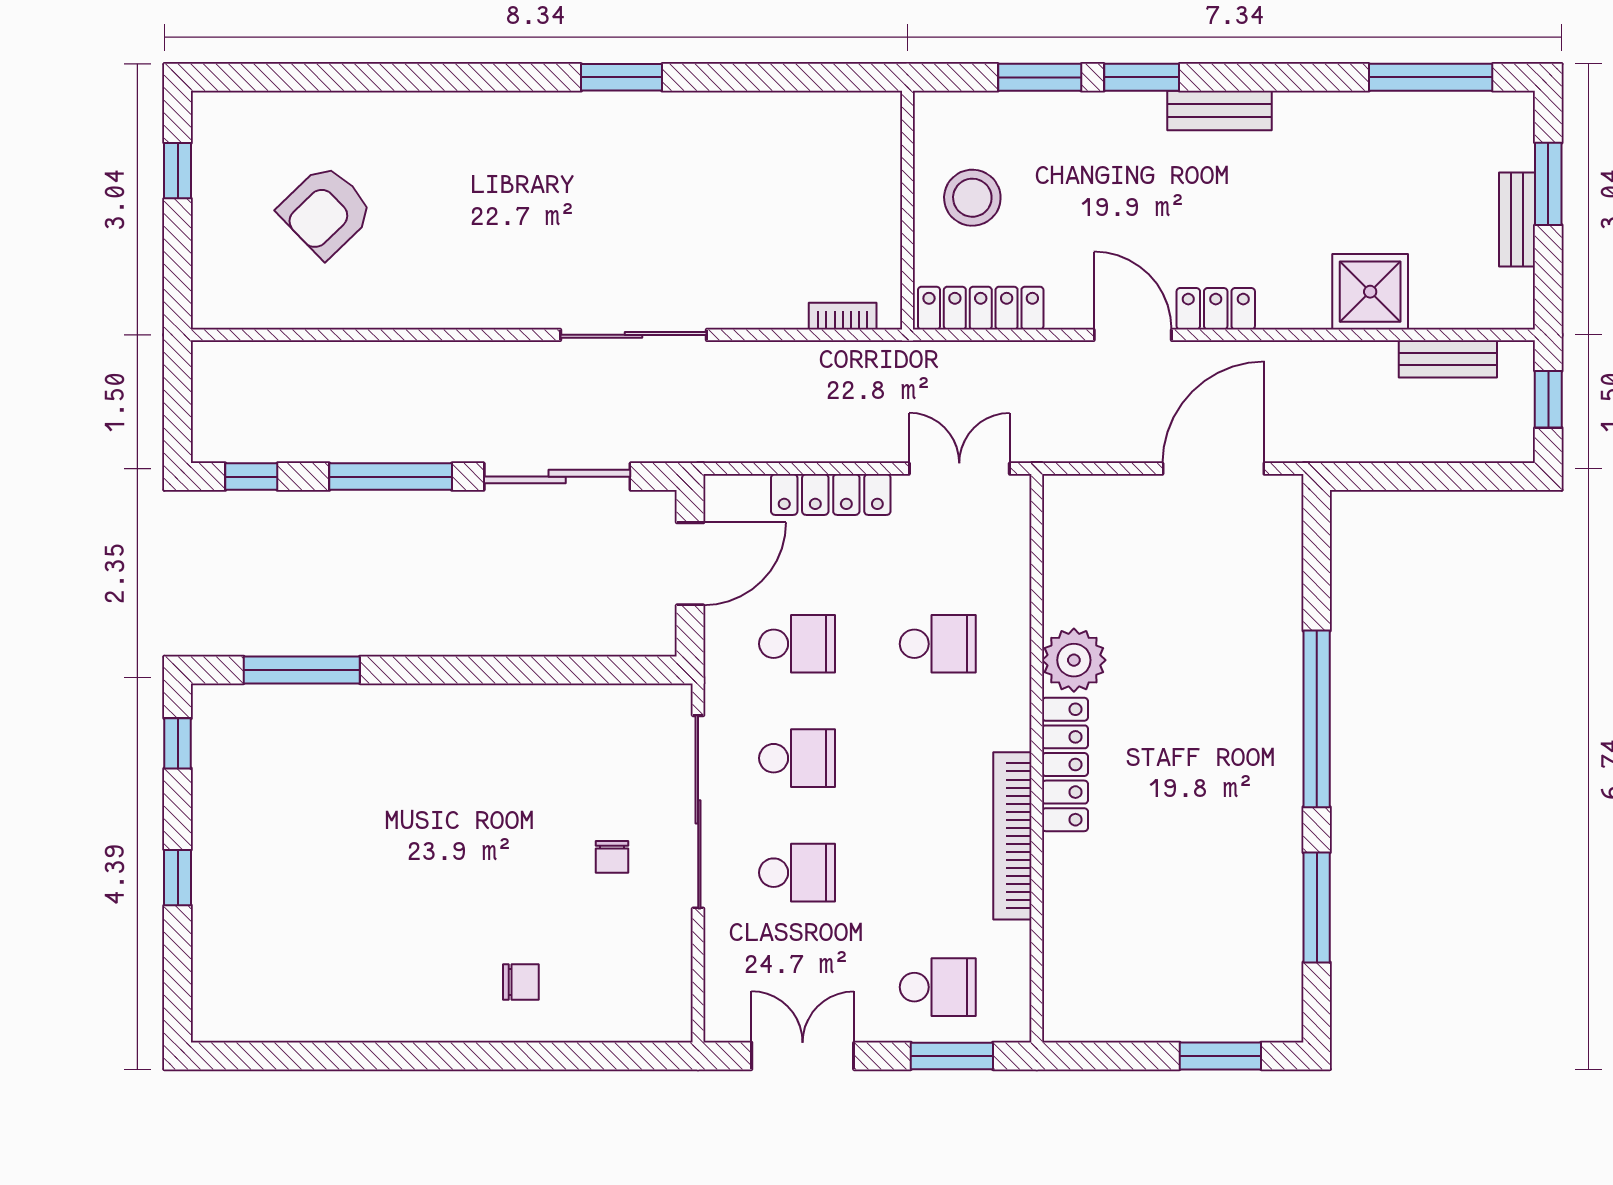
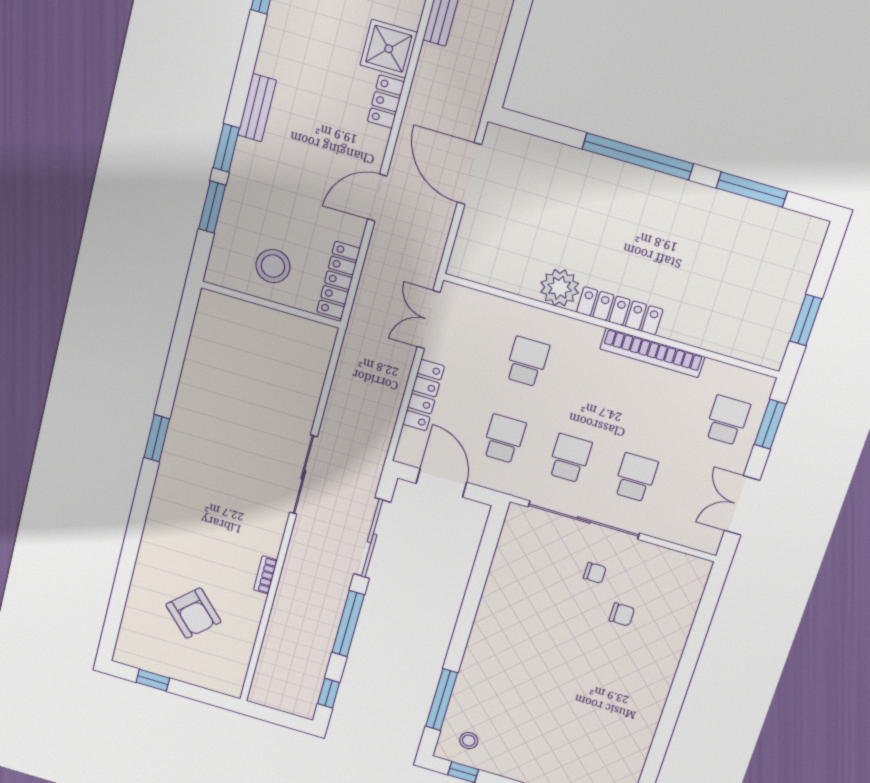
locker: (1216, 309) -> (386, 102), moved
bookcase: (843, 316) -> (265, 575), moved
stool: (240, 736) -> (469, 740), added
chair: (521, 982) -> (622, 614), moved, turned 90
window: (1220, 1056) -> (806, 320), moved

